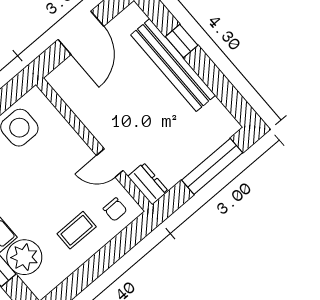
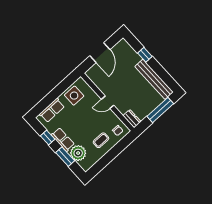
bench: (173, 65) -> (154, 79), moved
door: (110, 163) -> (108, 102), moved

